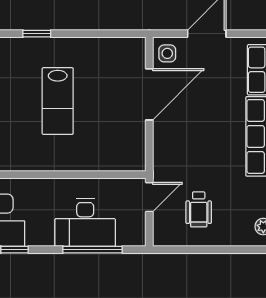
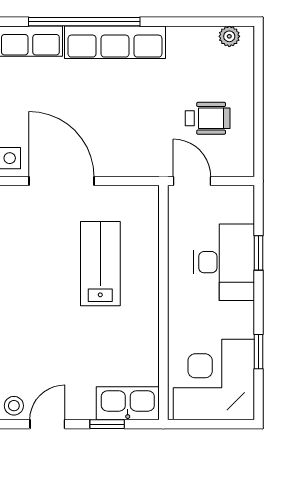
lab bench: (58, 101) -> (100, 264), moved, turned -90
window: (93, 250) -> (258, 253), width x0.46

